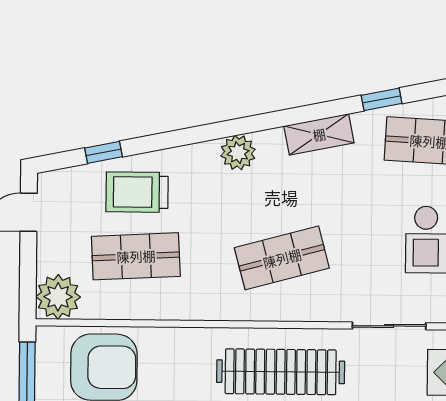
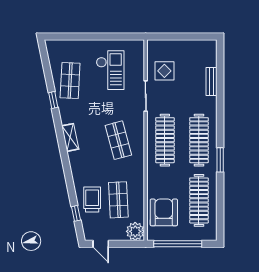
shelving: (319, 134) -> (70, 137), moved
plant: (238, 153) -> (76, 158), removed
trolley: (137, 192) -> (92, 200), turned 180

